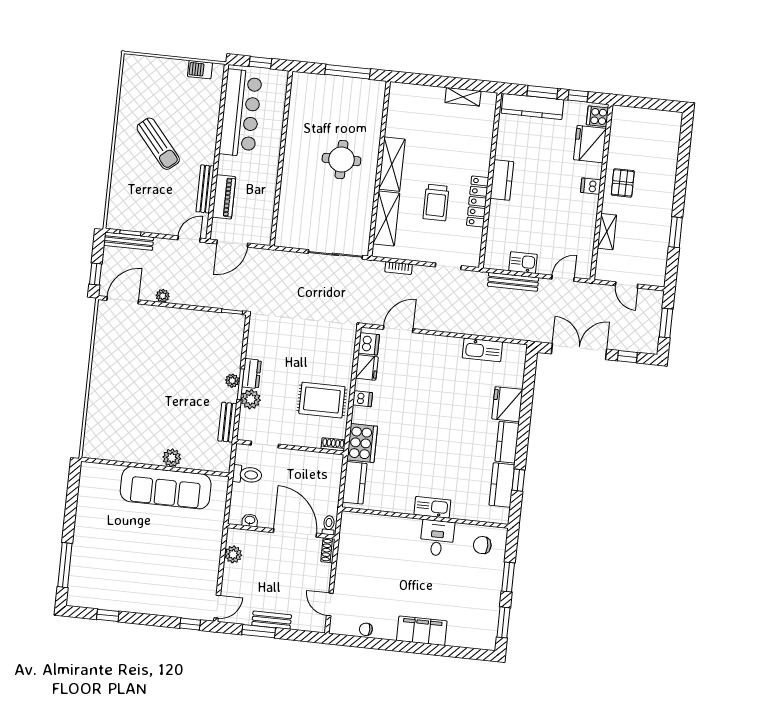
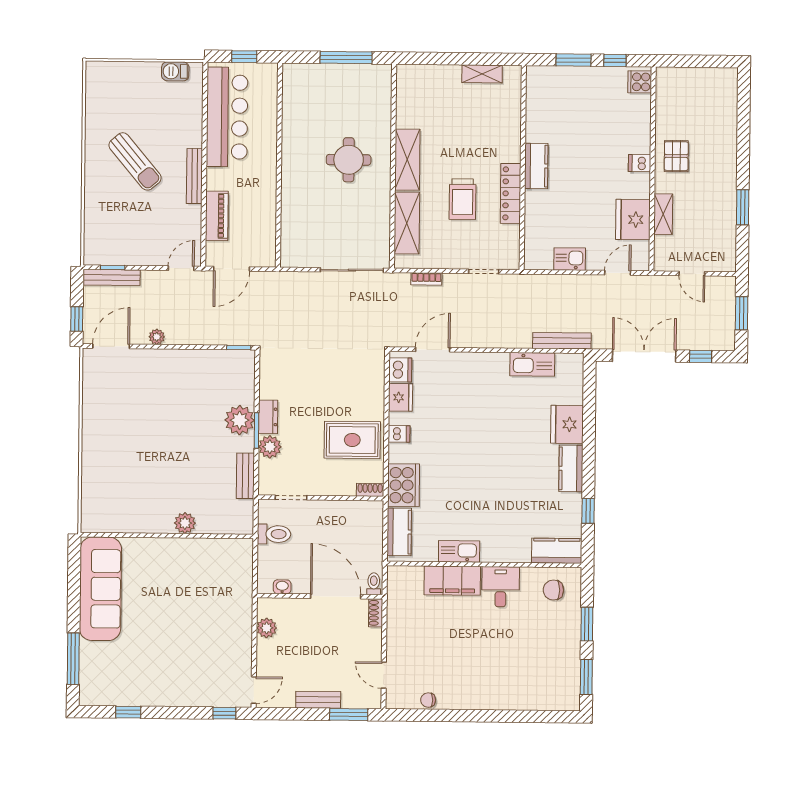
kitchen counter: (532, 106) -> (564, 78), removed
fridge: (590, 144) -> (633, 220), moved
bench: (205, 189) -> (194, 176), moved
bench: (513, 282) -> (562, 341), moved
plant: (232, 381) -> (240, 420), width x1.88, depth x1.88
kitchen counter: (502, 485) -> (557, 551), moved, turned 90
sofa: (166, 488) -> (100, 589), moved, turned -90
kitchen sink: (432, 507) -> (459, 551), moved
window: (259, 631) -> (349, 714), moved
filing cabinet: (422, 631) -> (452, 581), moved, turned 180

